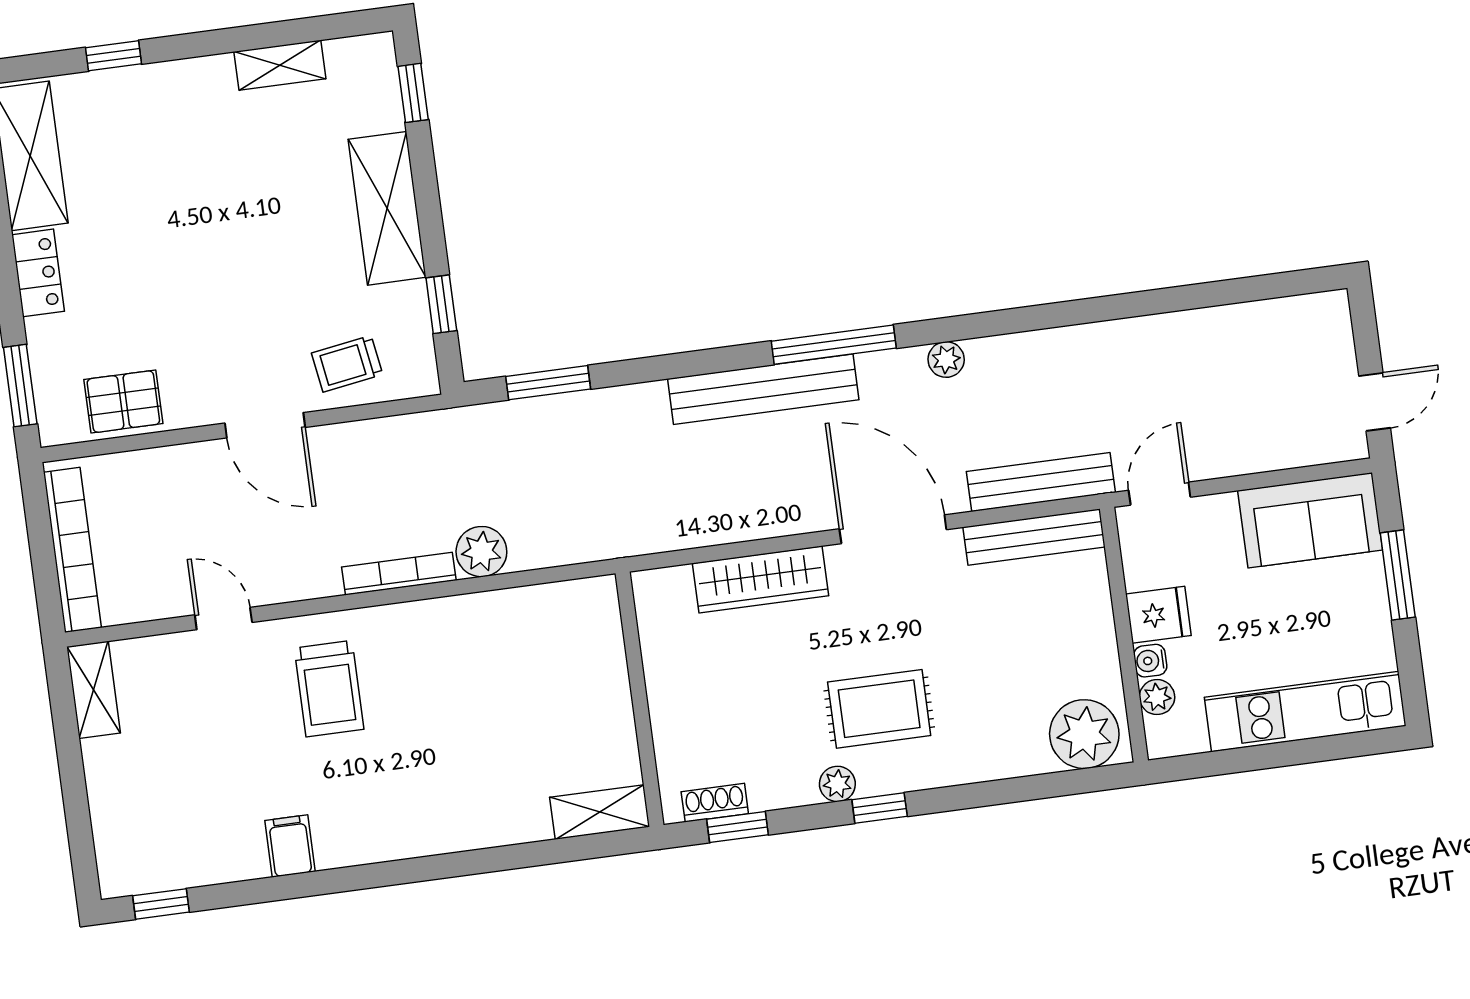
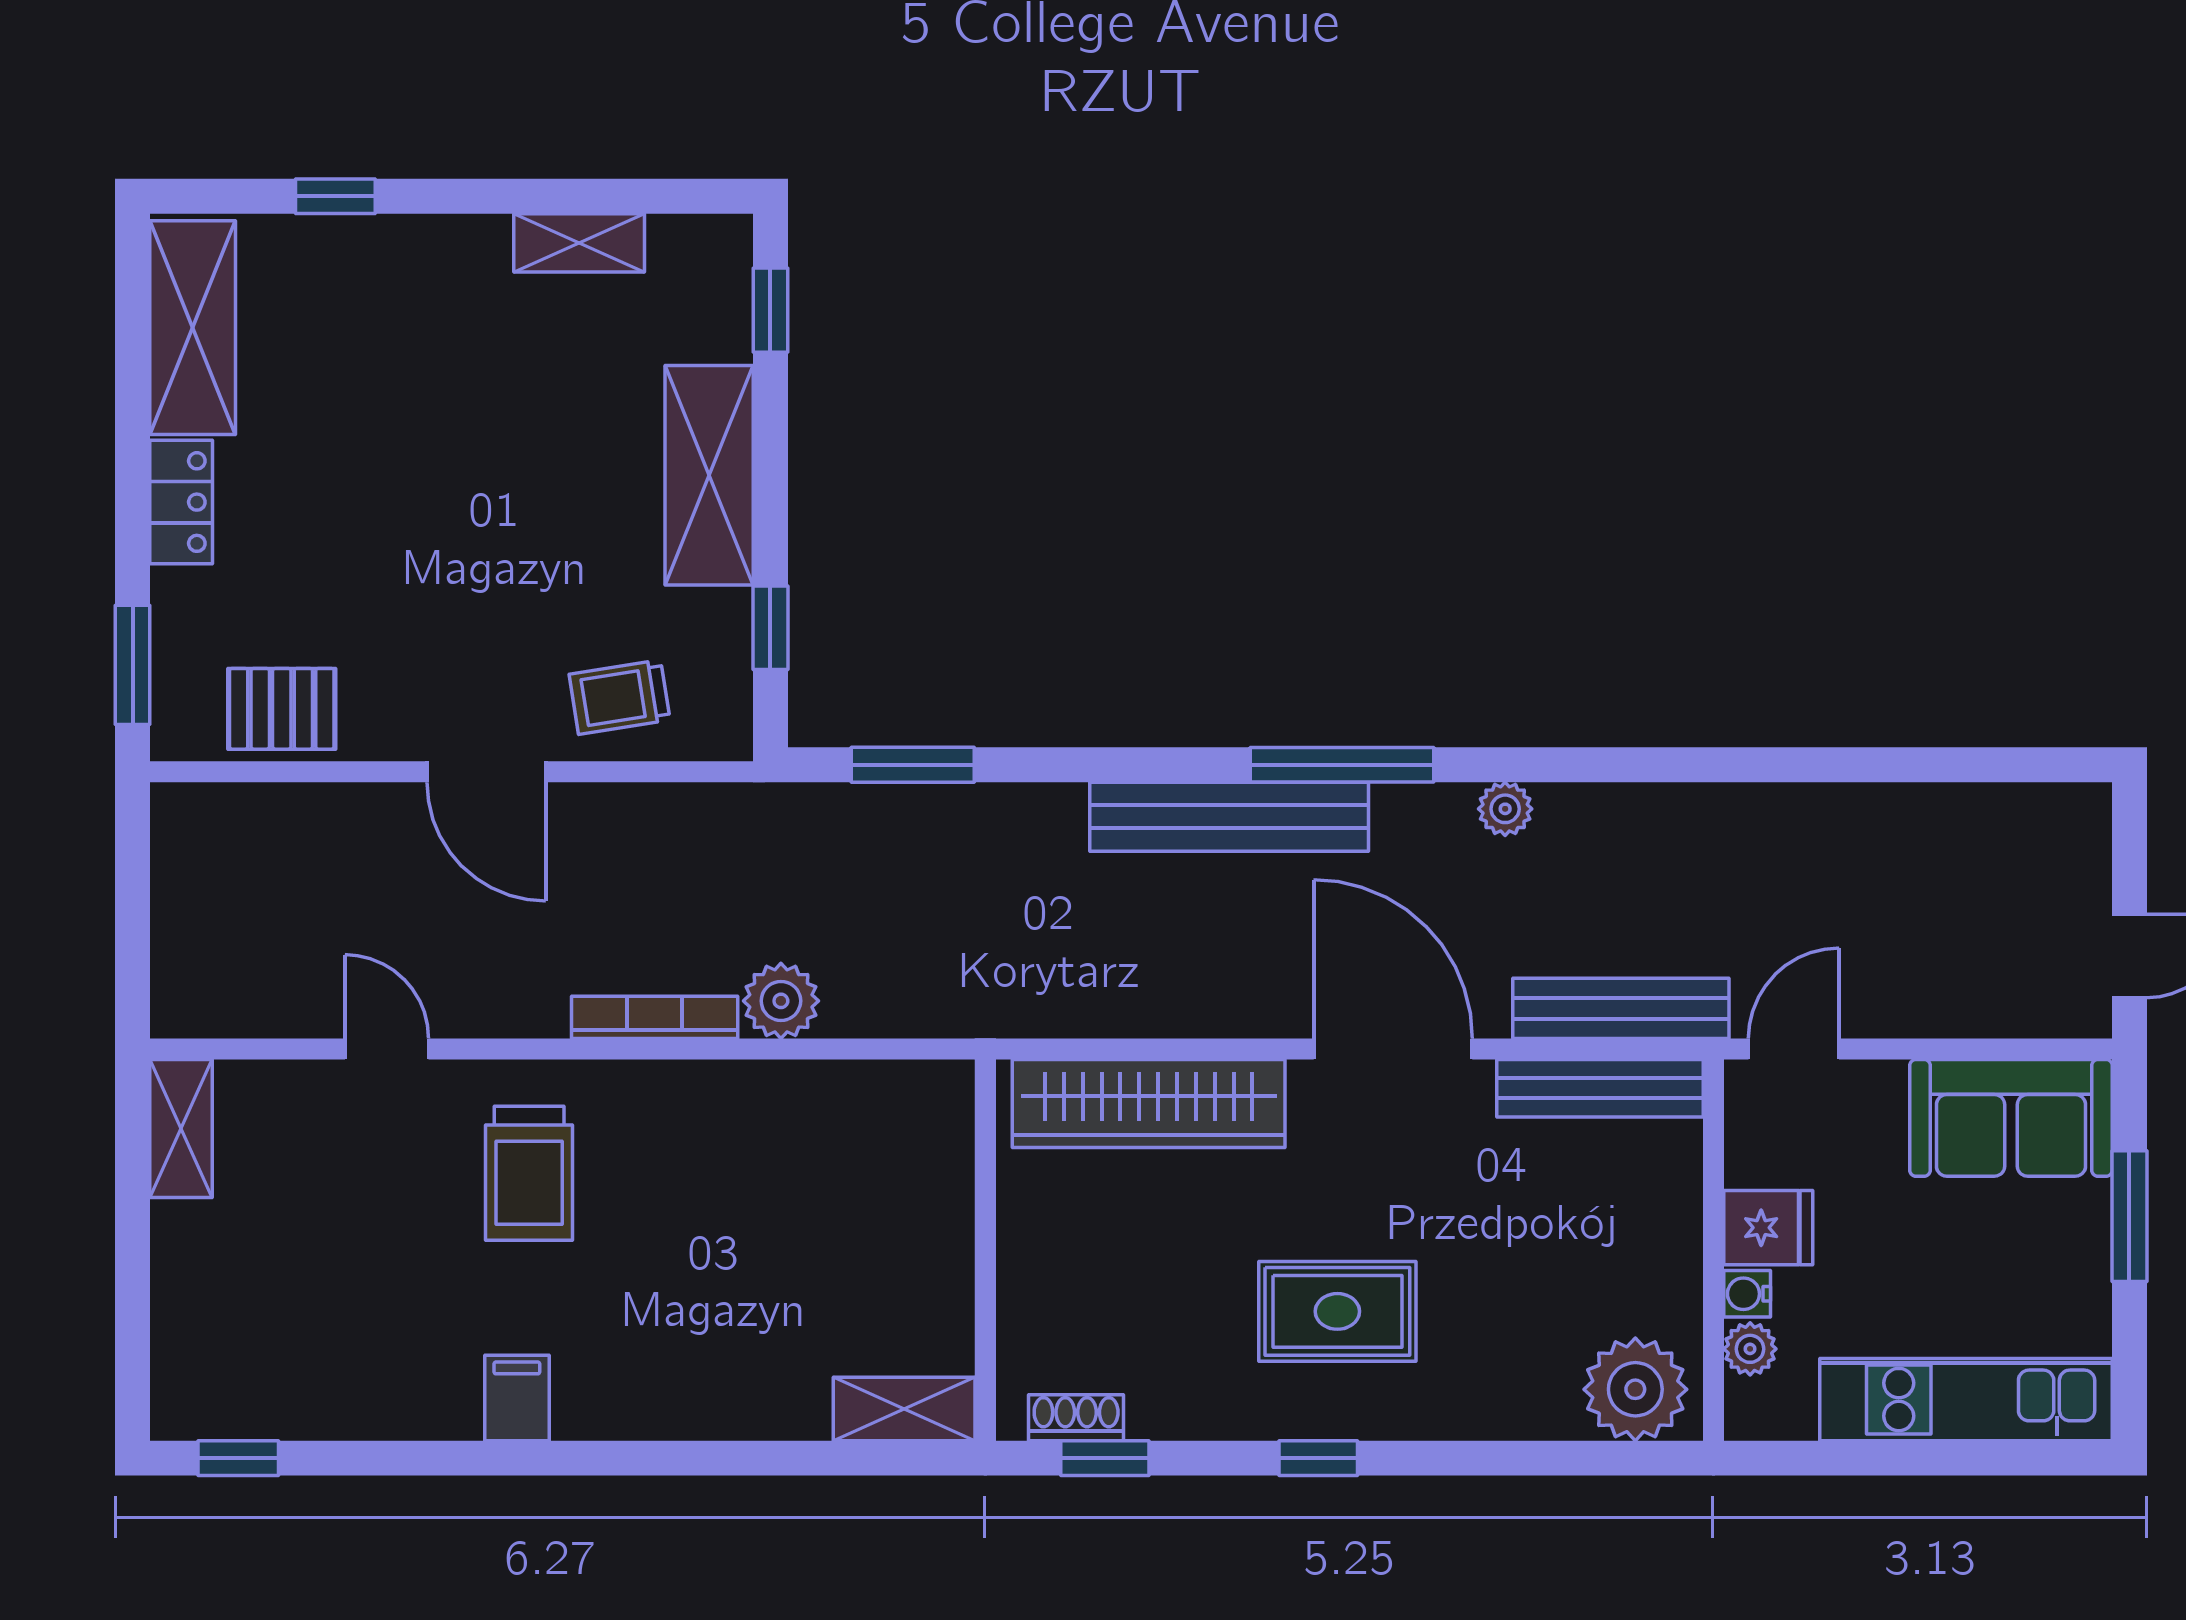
bookcase: (72, 550) -> (177, 918), removed
wardrobe: (761, 579) -> (1149, 1104), width x1.40, depth x1.17
plant: (837, 784) -> (1261, 1414), removed
filing cabinet: (290, 846) -> (517, 1398), moved

